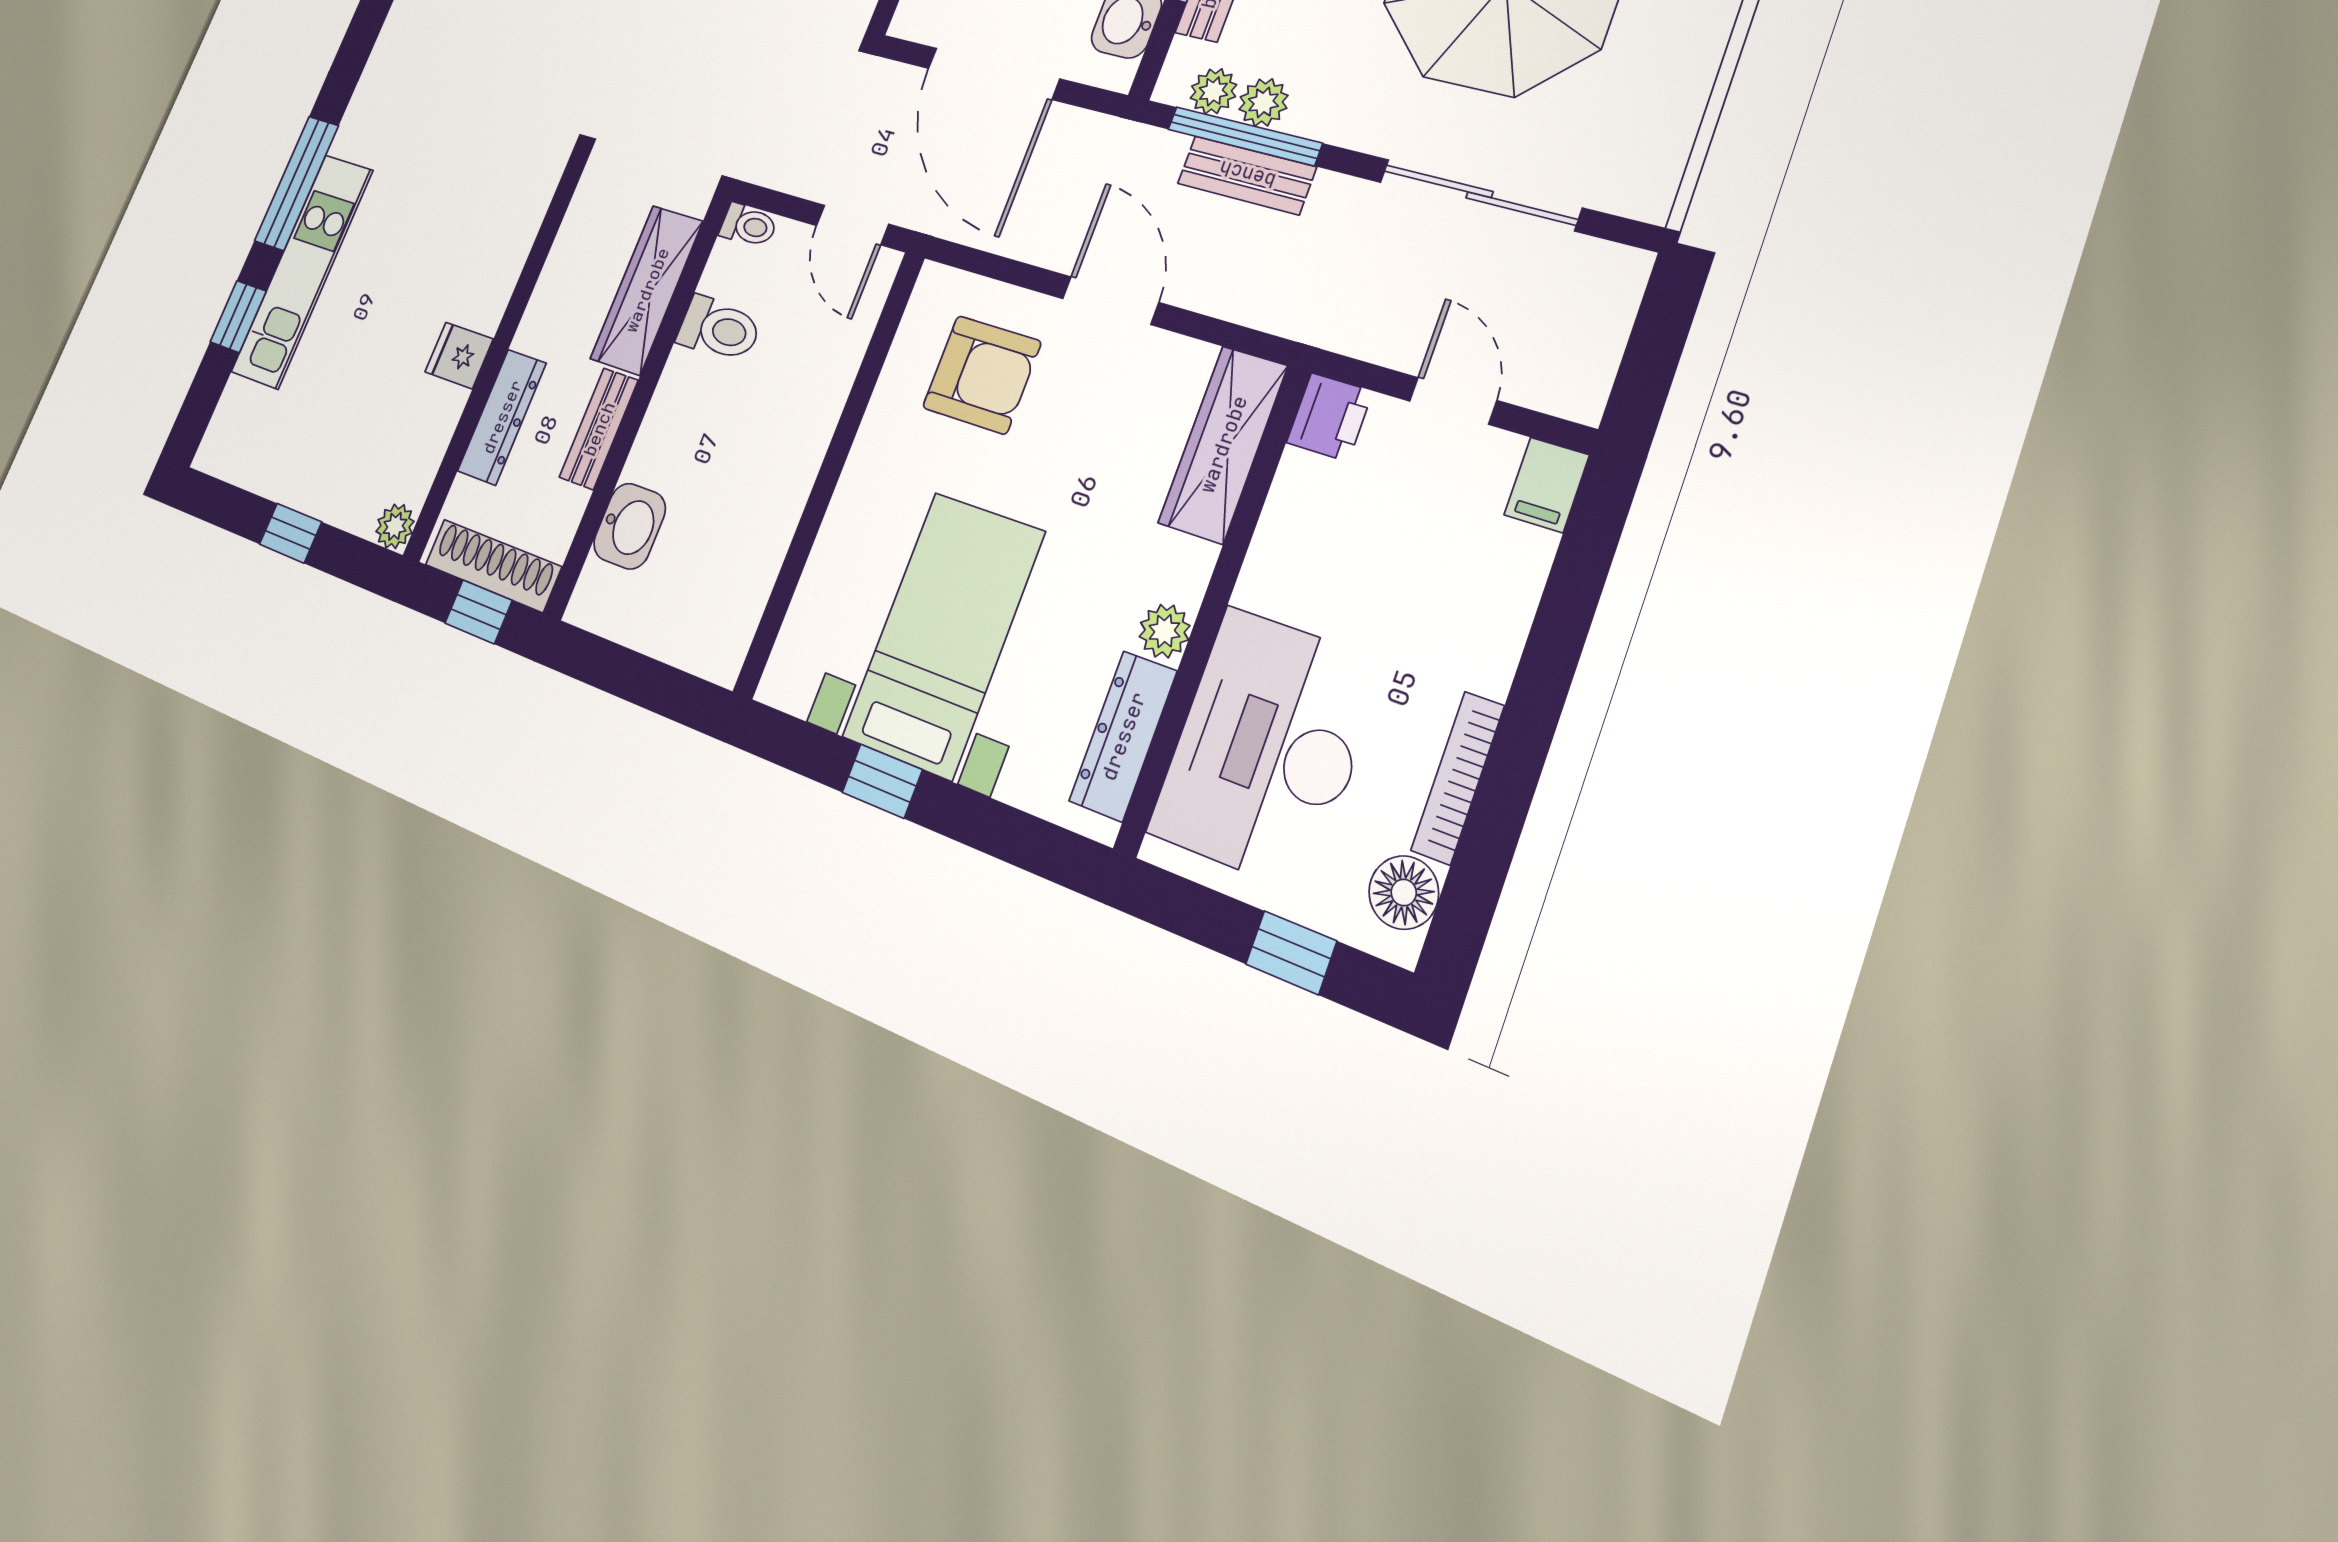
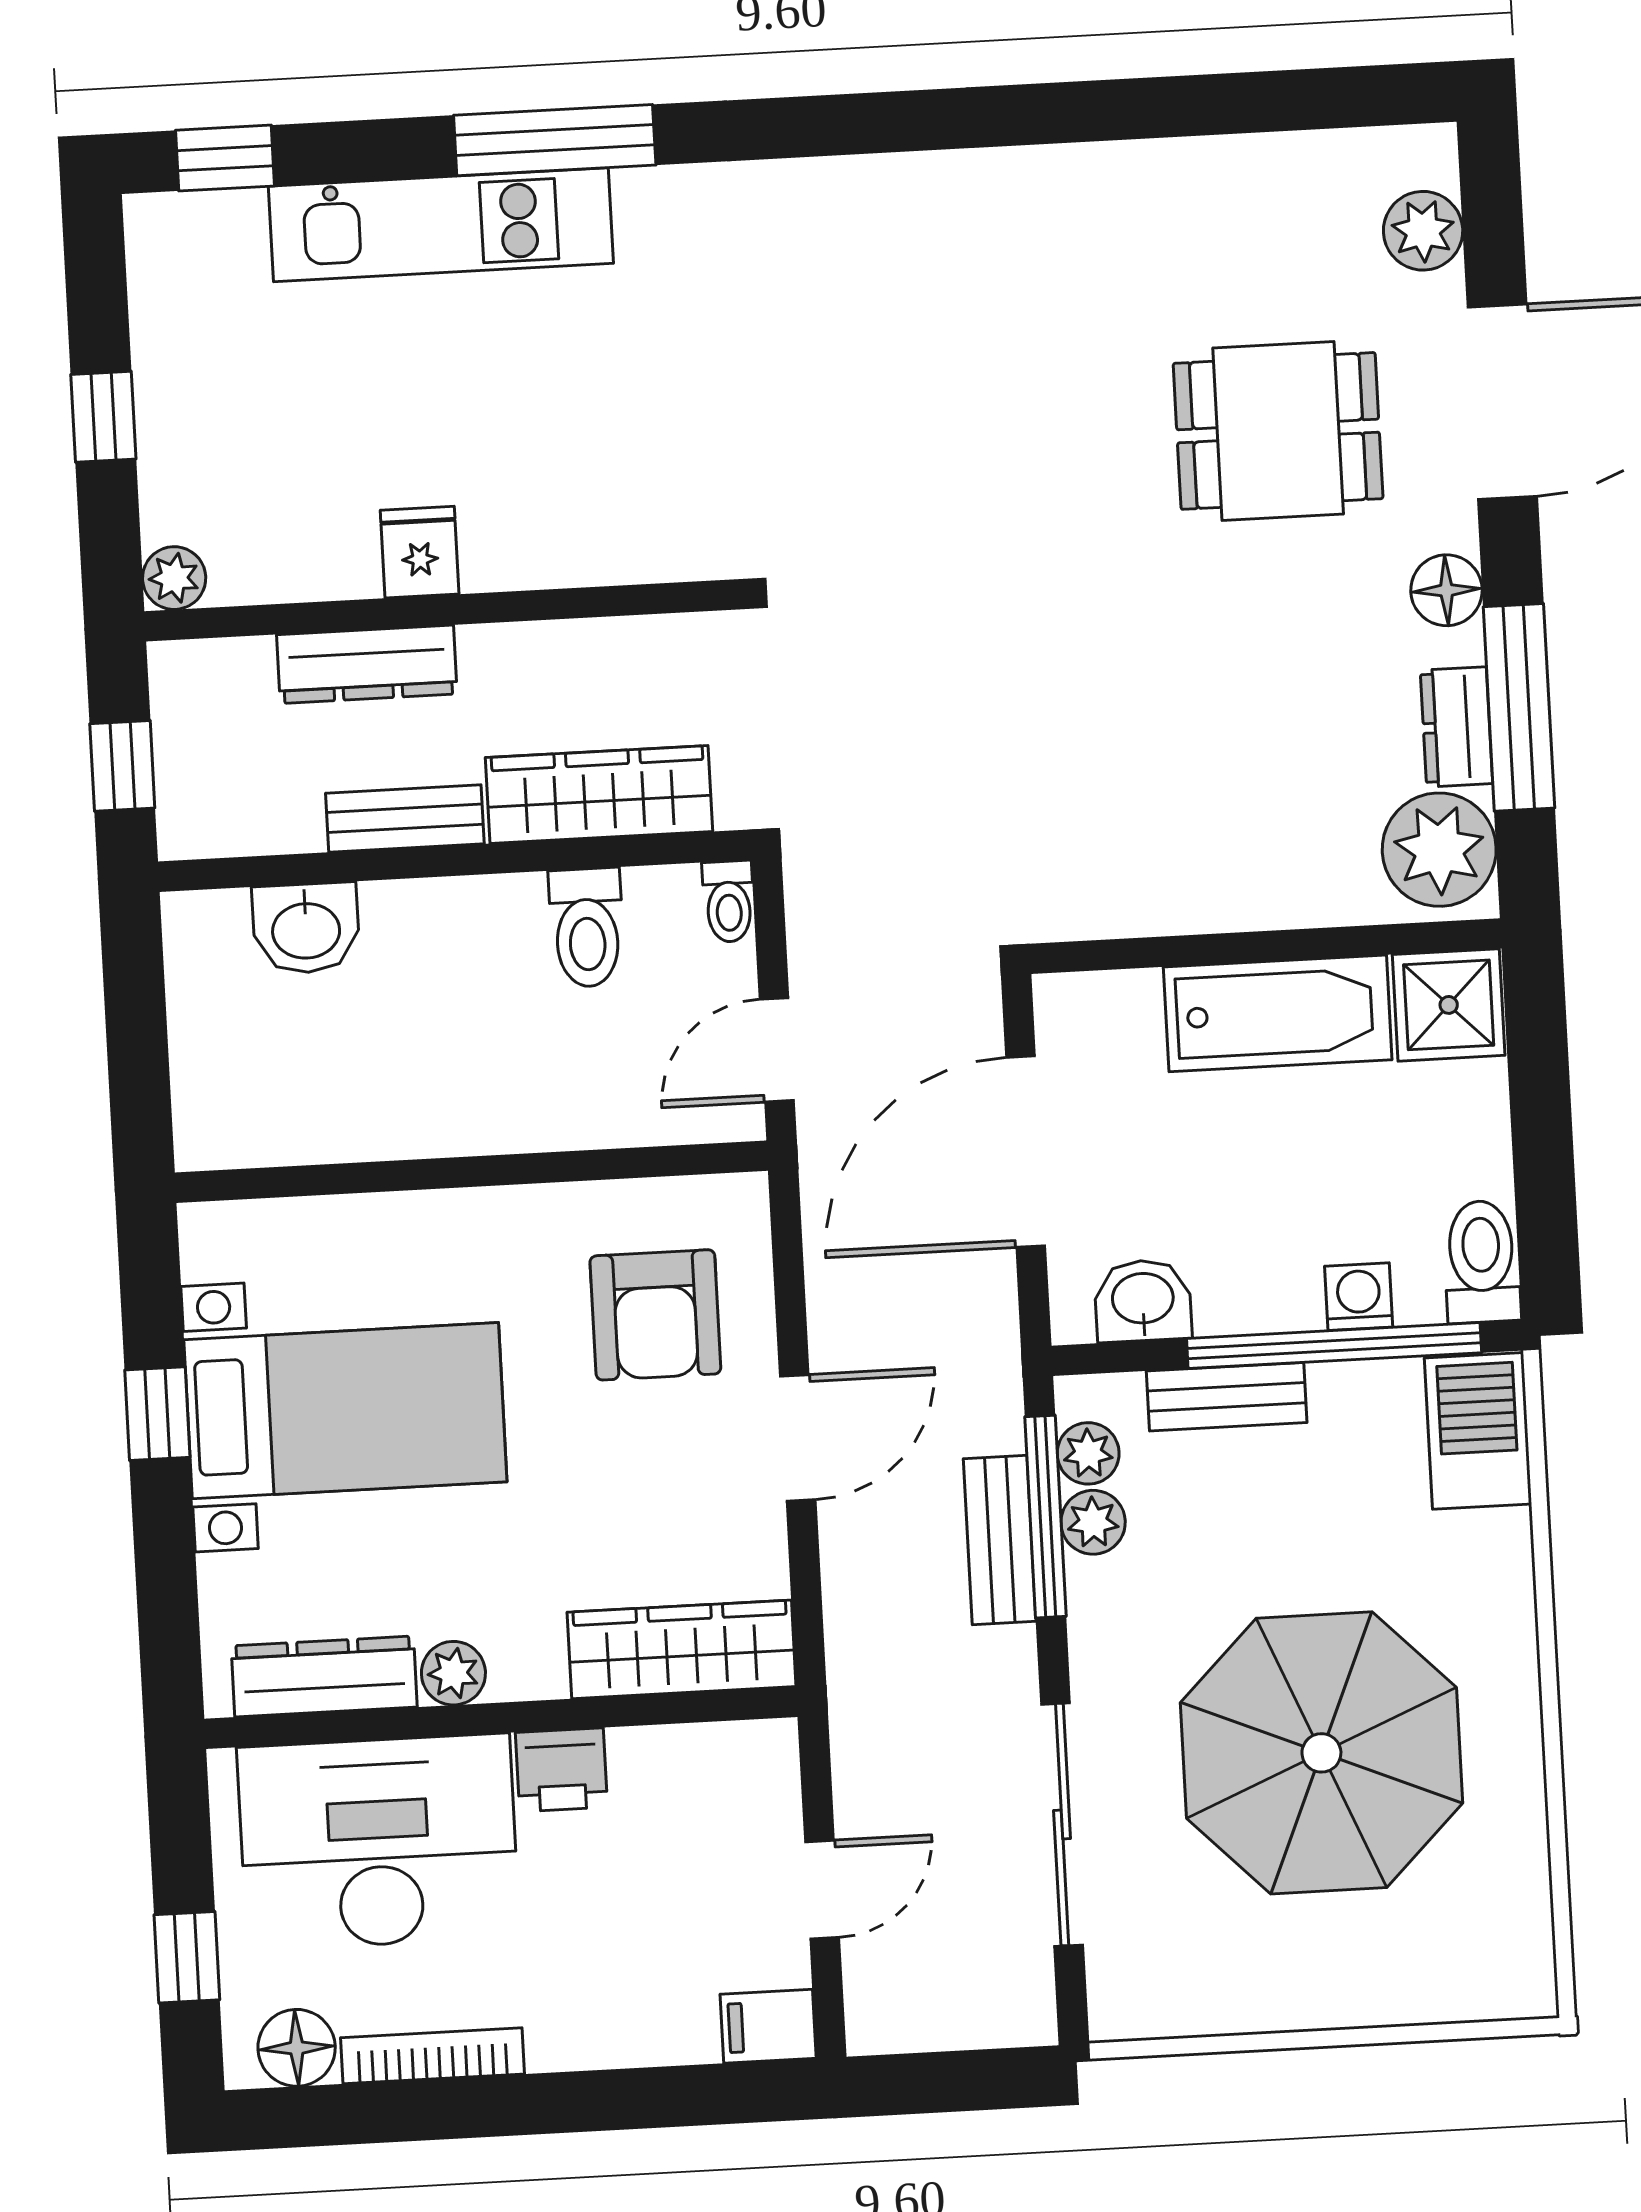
window: (238, 317) -> (225, 158), moved
printer: (1330, 417) -> (561, 1770), moved
shoe rack: (493, 566) -> (184, 756), removed

